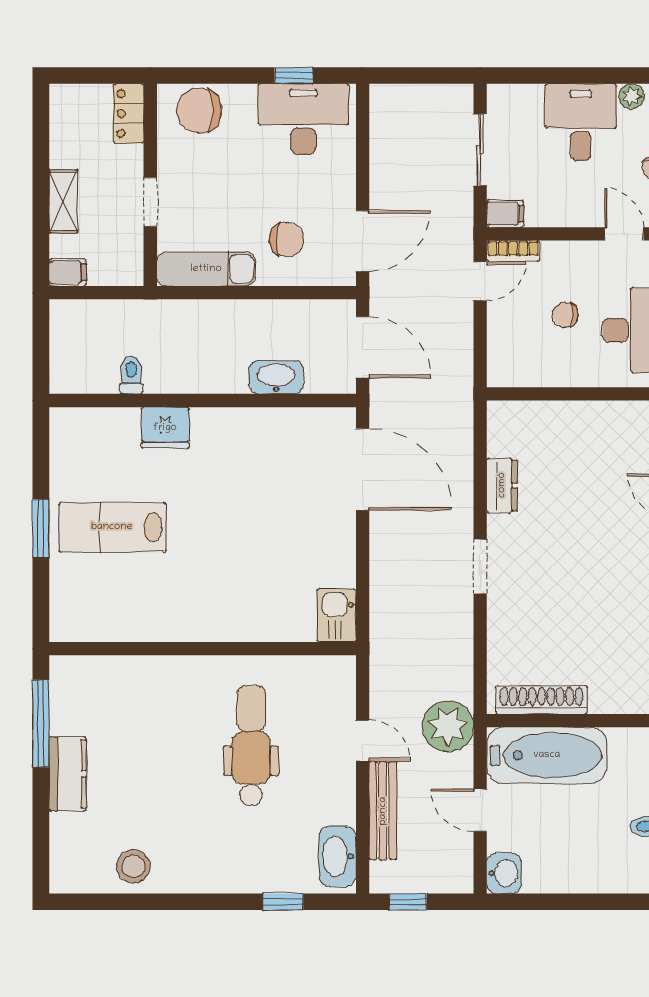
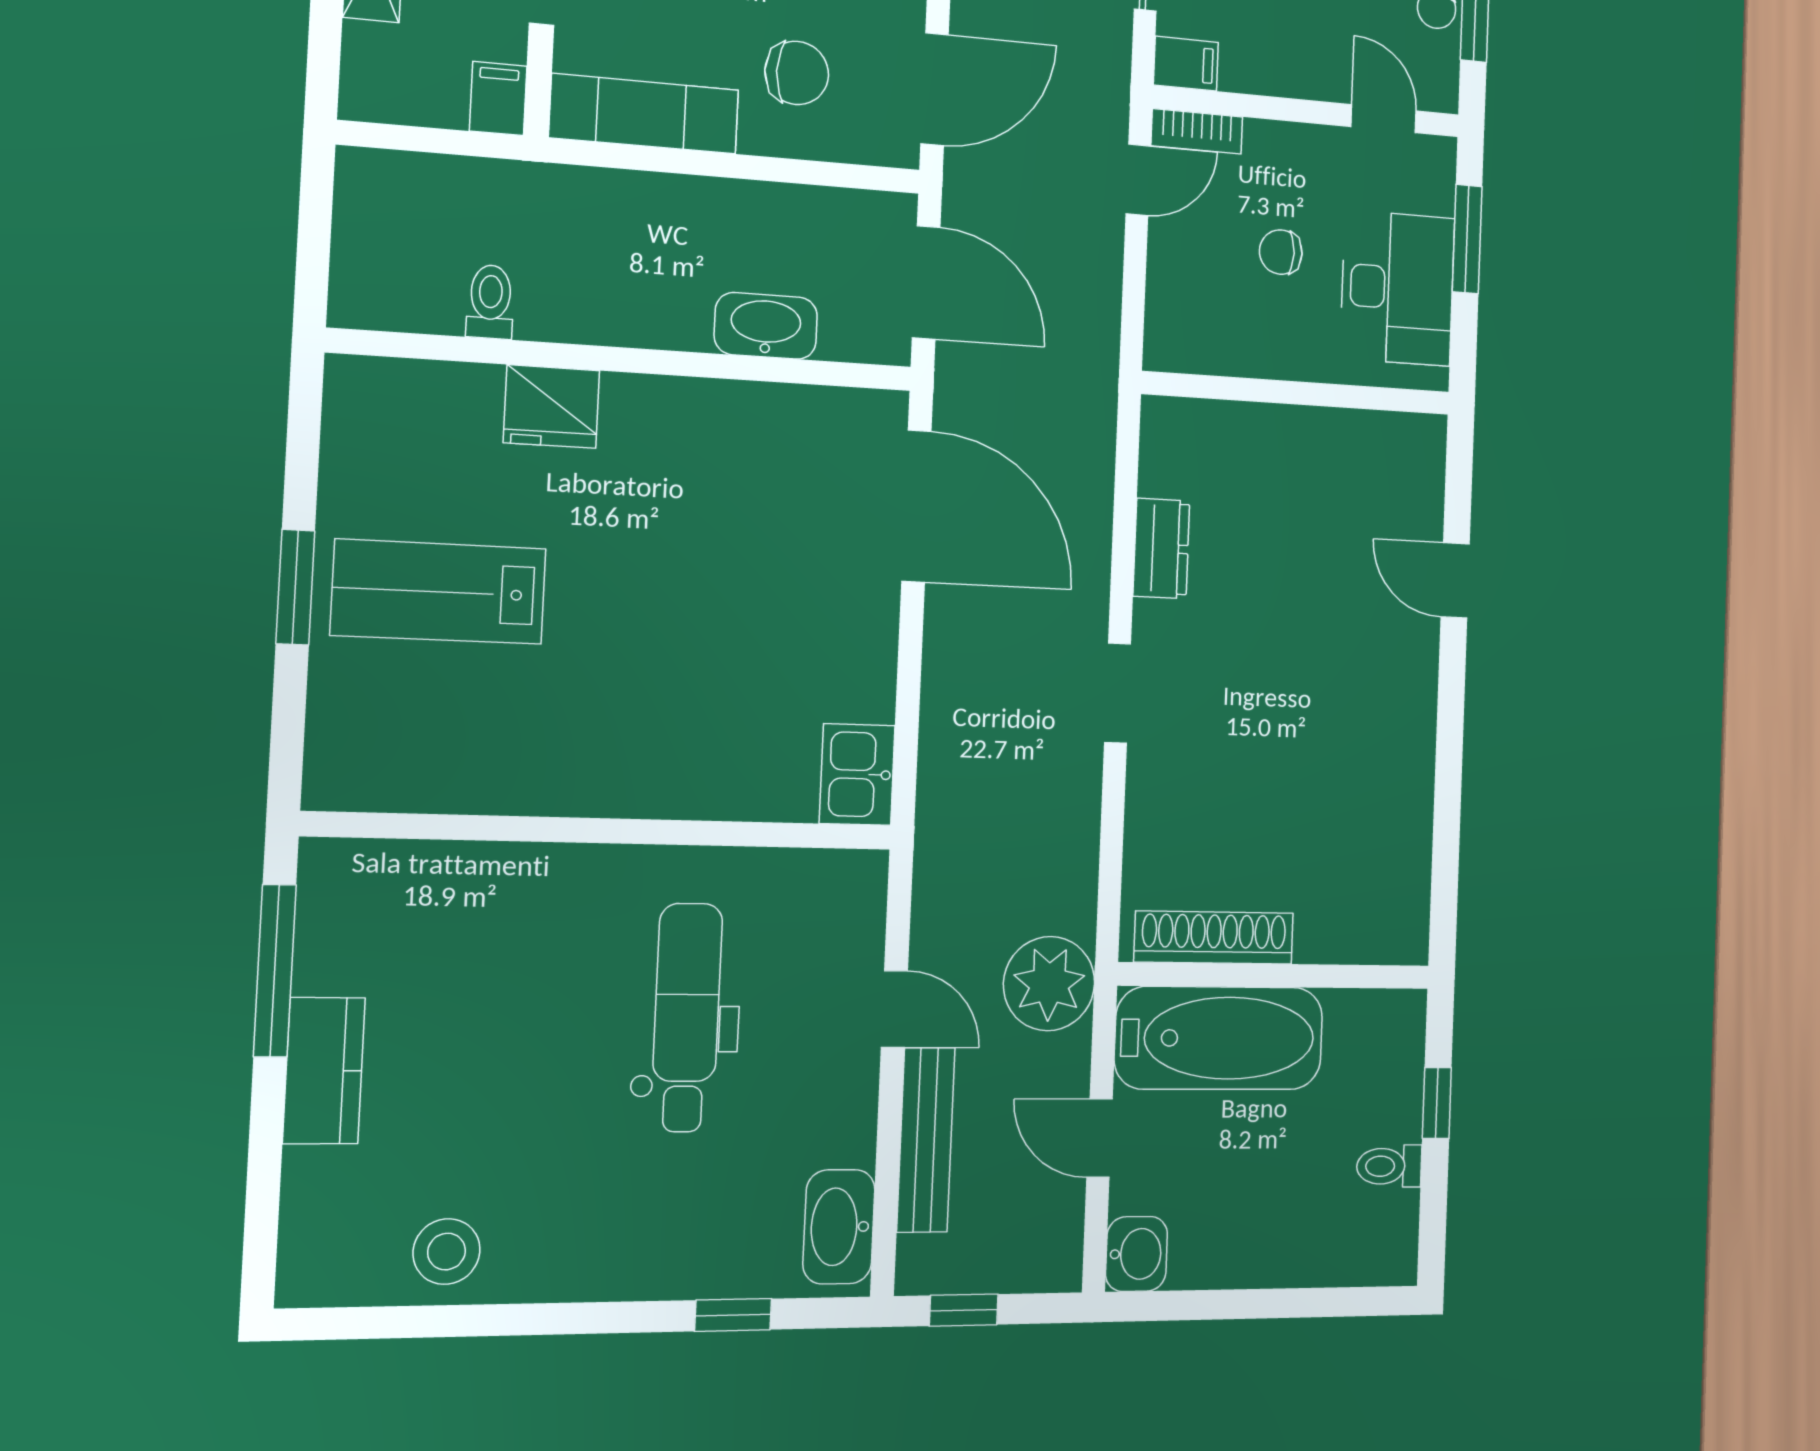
filing cabinet: (67, 272) -> (498, 98), moved, turned -90

